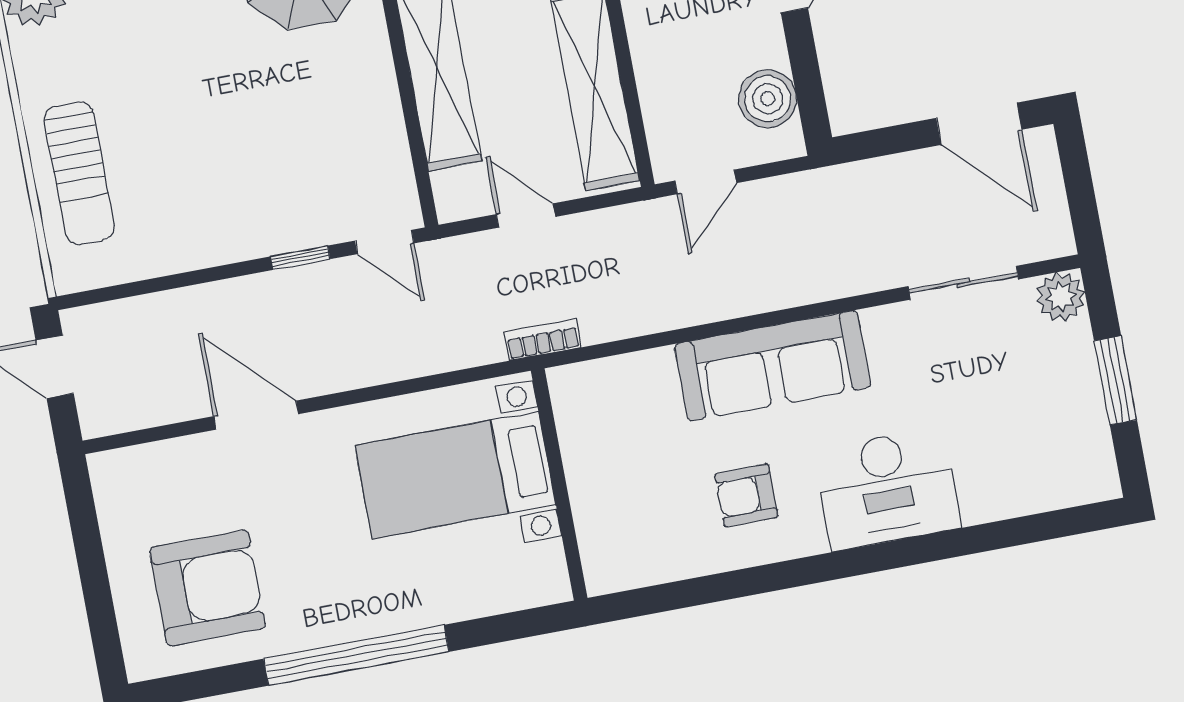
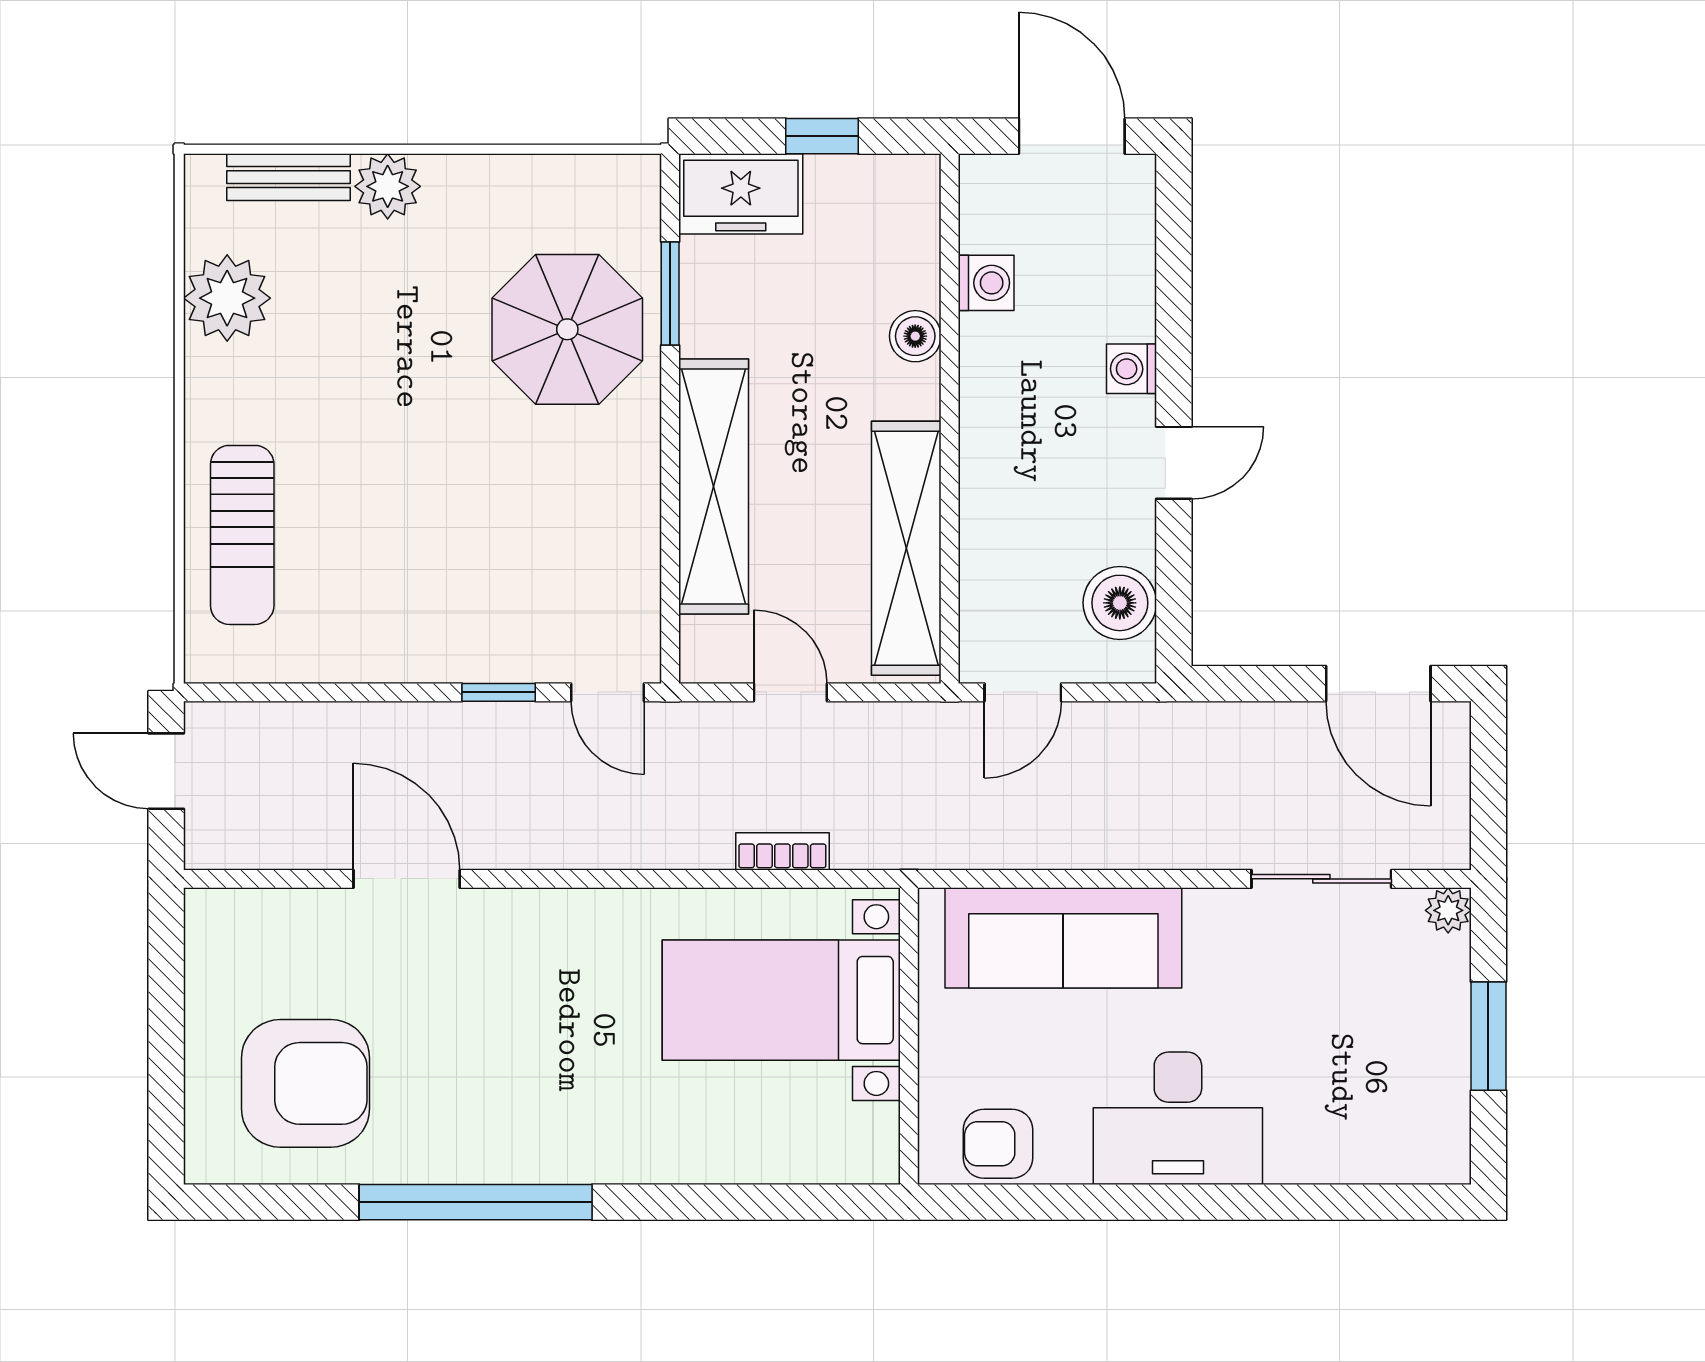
plant: (1061, 297) -> (1448, 910), width x0.73, depth x0.73
bed with nightstands: (455, 475) -> (781, 1000), moved
wall: (559, 484) -> (909, 1036), moved
armchair: (746, 495) -> (998, 1144), moved

